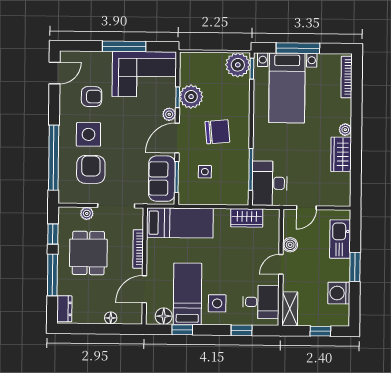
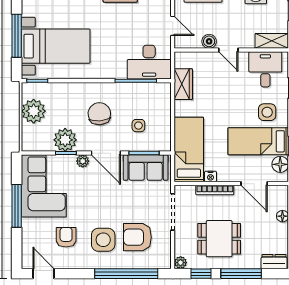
plant: (238, 65) -> (34, 111), moved
plant: (87, 213) -> (181, 263), moved
nightstand: (152, 245) -> (211, 177), added

